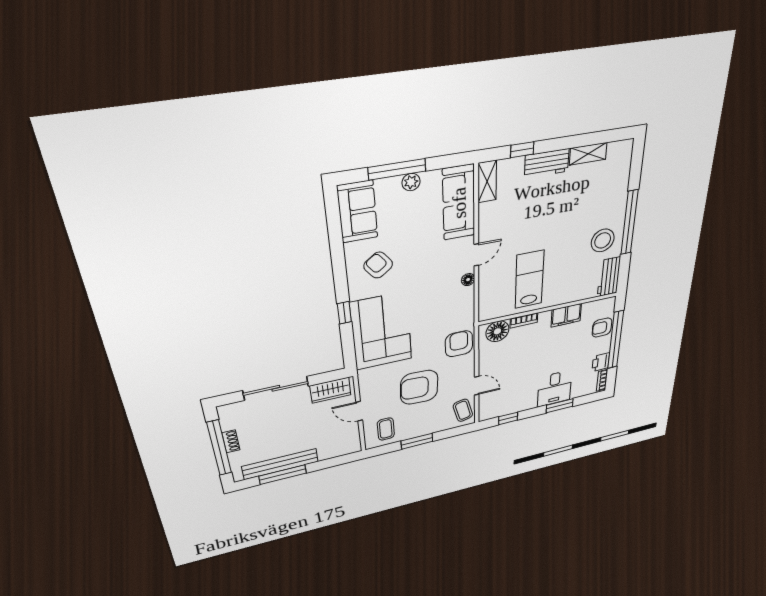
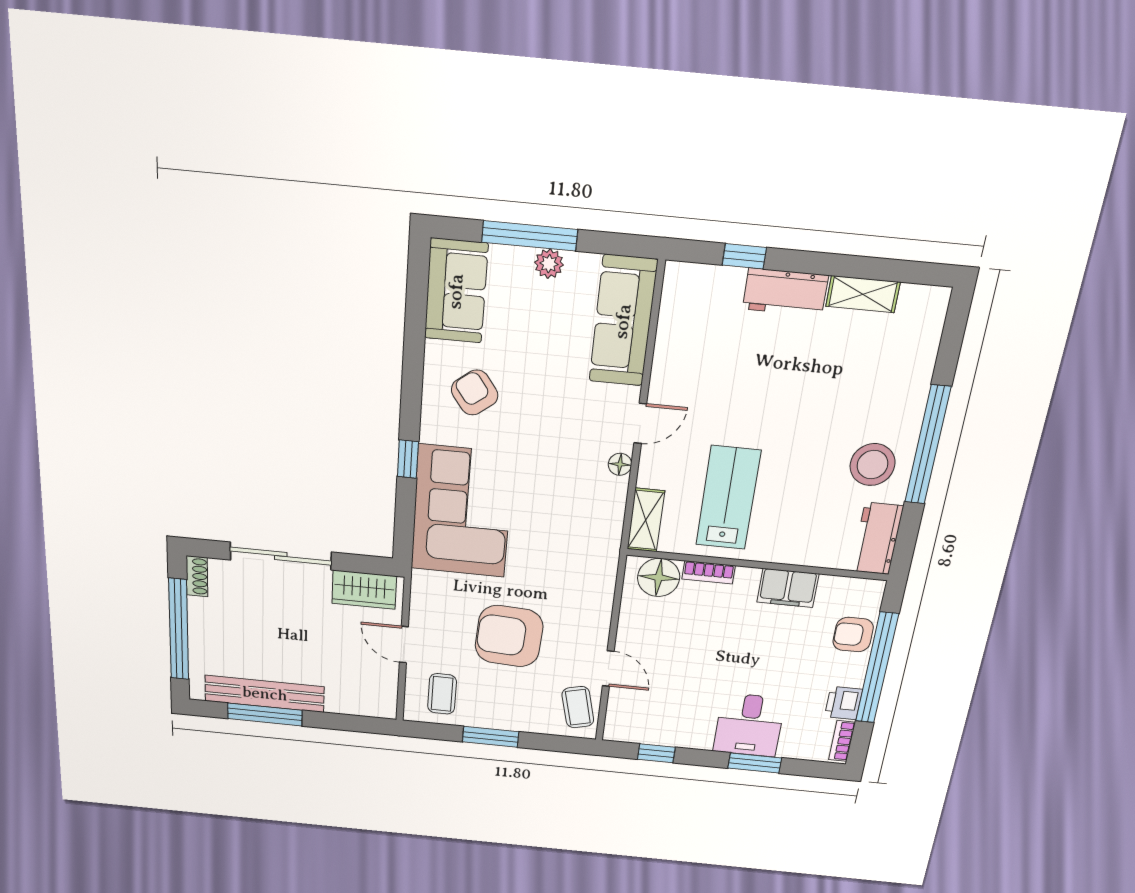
shelving: (487, 182) -> (646, 520), moved
armchair: (459, 344) -> (588, 578), removed
shoe rack: (231, 441) -> (197, 576), moved

